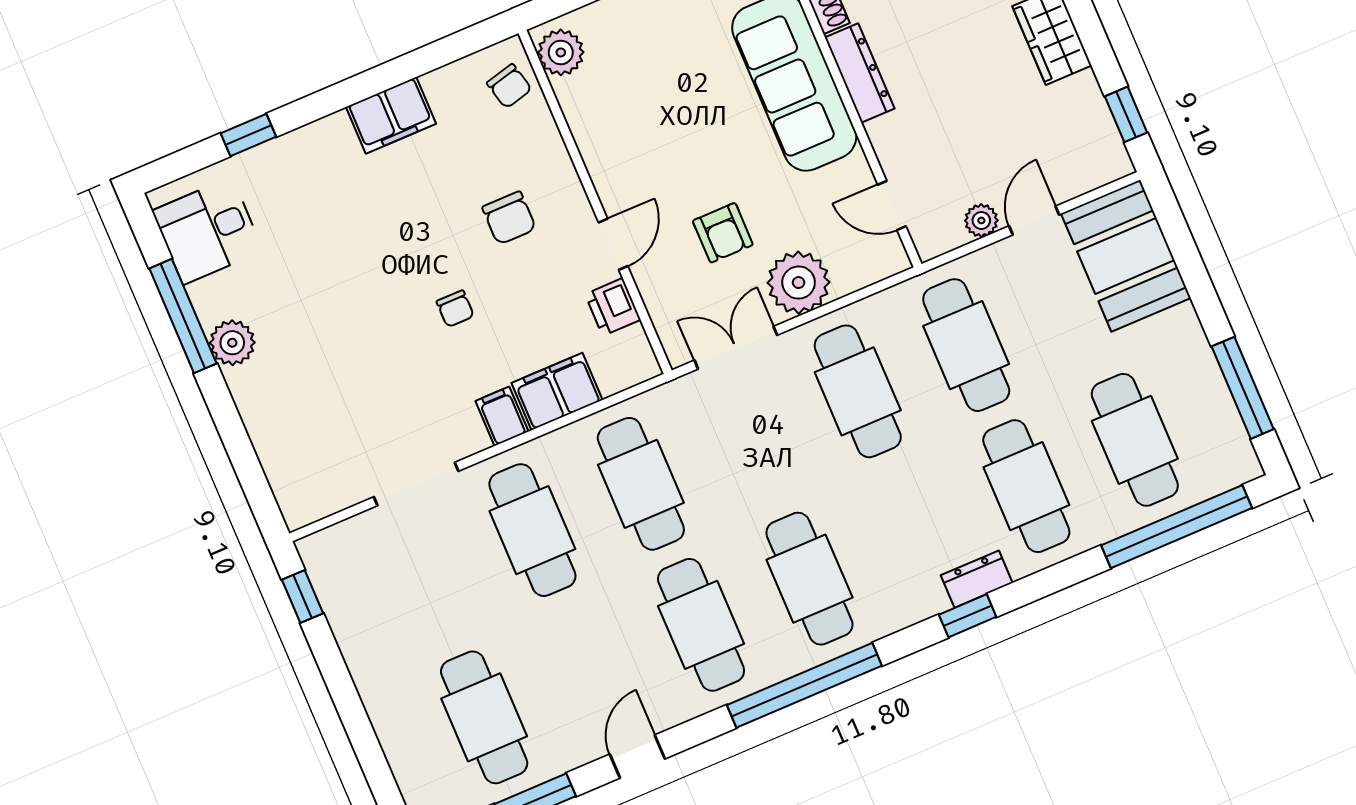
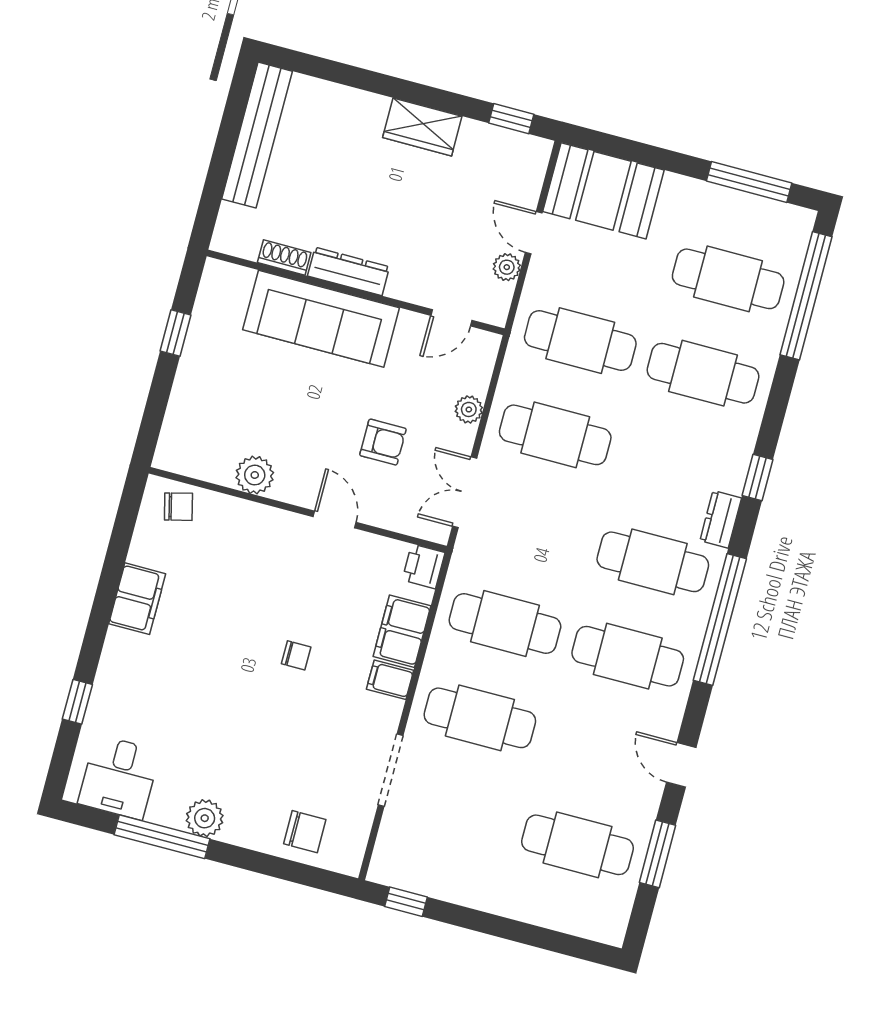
plant: (561, 52) -> (255, 475), moved
chair: (509, 218) -> (305, 832), moved
plant: (799, 283) -> (469, 409), width x0.53, depth x0.53
printer: (613, 307) -> (424, 566), moved, turned 90
dresser: (977, 579) -> (721, 519), moved

